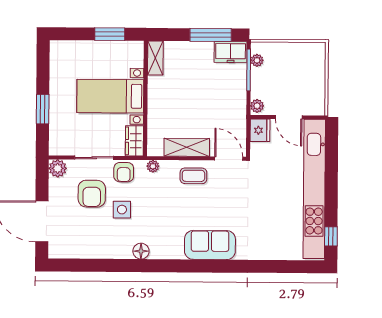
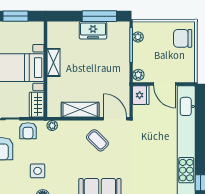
freezer: (231, 52) -> (93, 30), moved
shelving: (155, 58) -> (54, 62), moved
chair: (311, 62) -> (183, 38), added
coffee table: (193, 176) -> (97, 140), moved, turned 45
side table: (122, 210) -> (38, 171), moved

